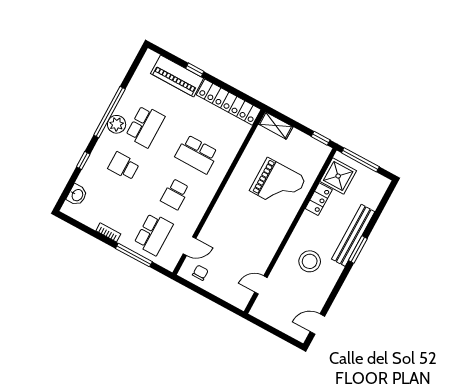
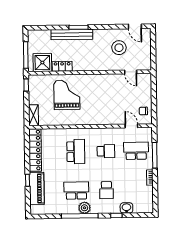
washbasin: (77, 195) -> (126, 208), moved
stool: (310, 261) -> (119, 48), moved

